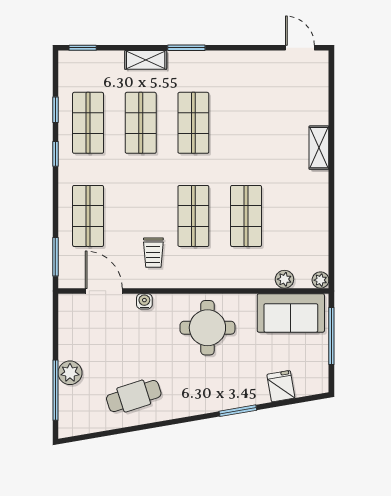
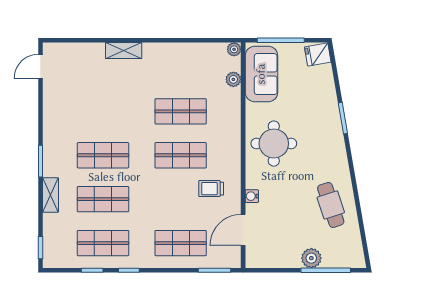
trolley: (153, 253) -> (211, 189), turned 180
fridge: (281, 386) -> (318, 55), moved

